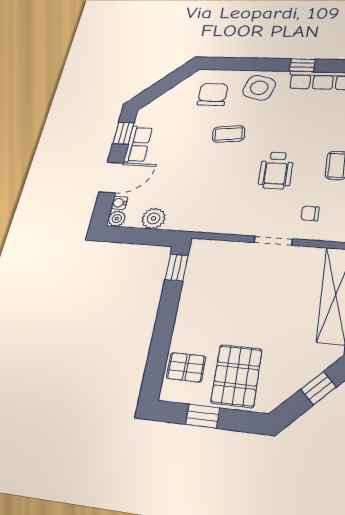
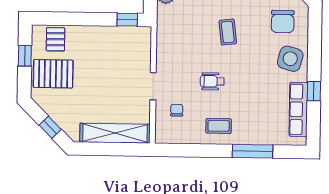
chair: (213, 94) -> (283, 22), turned 90
coffee table: (229, 134) -> (228, 32), moved
wheelchair: (276, 170) -> (212, 81), width x0.73, depth x0.73

